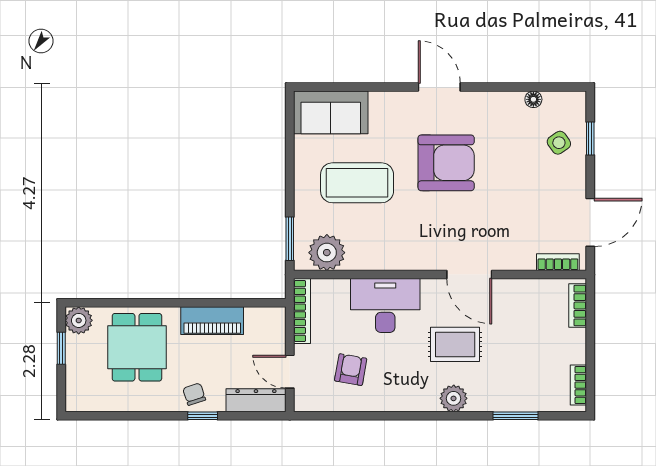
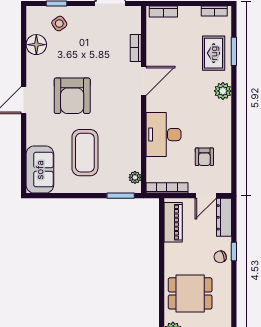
floor lamp: (533, 99) -> (36, 45), width x1.89, depth x1.89
armchair: (446, 163) -> (72, 96), turned 180
plant: (327, 253) -> (135, 177), width x0.53, depth x0.53
bookcase: (558, 262) -> (136, 48), moved
piano: (212, 321) -> (173, 222), moved
rug: (455, 344) -> (214, 53), moved
armchair: (351, 370) -> (204, 157), turned -100

